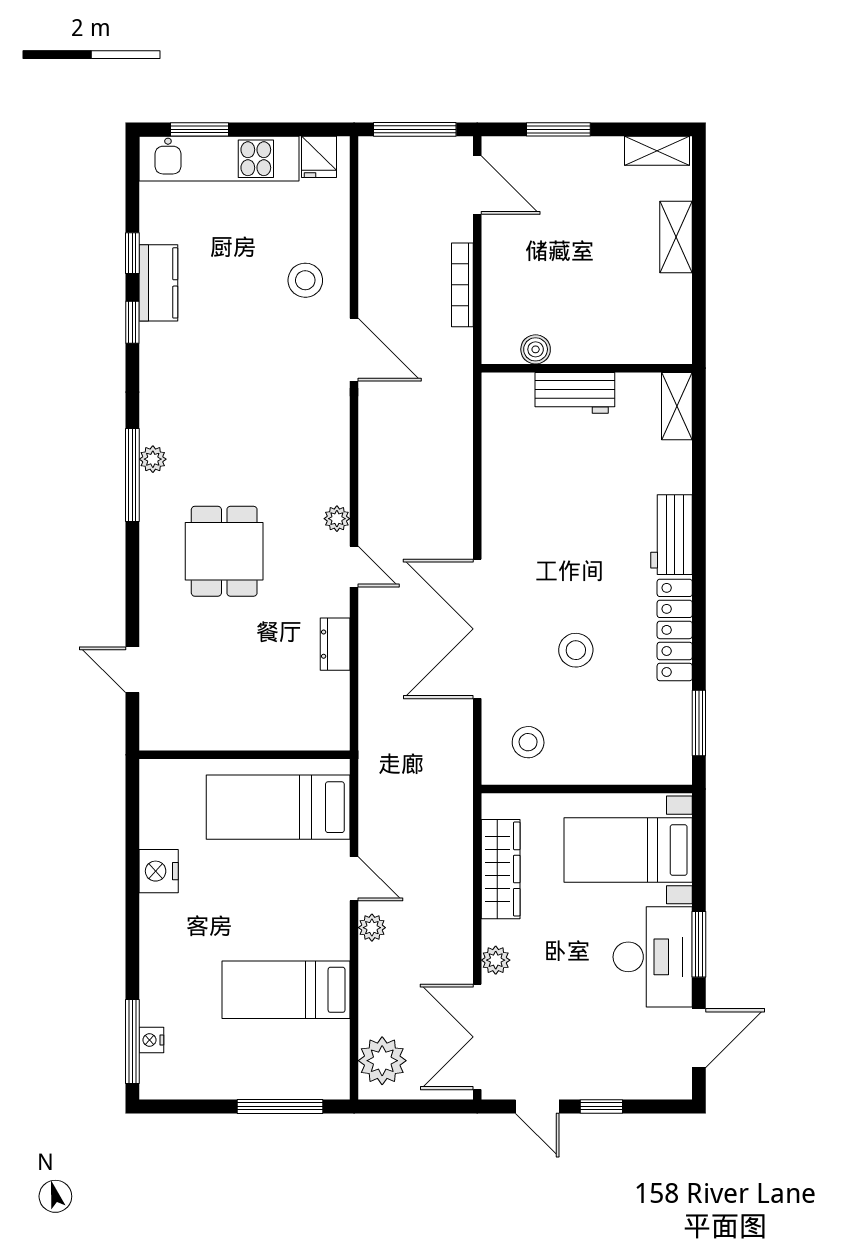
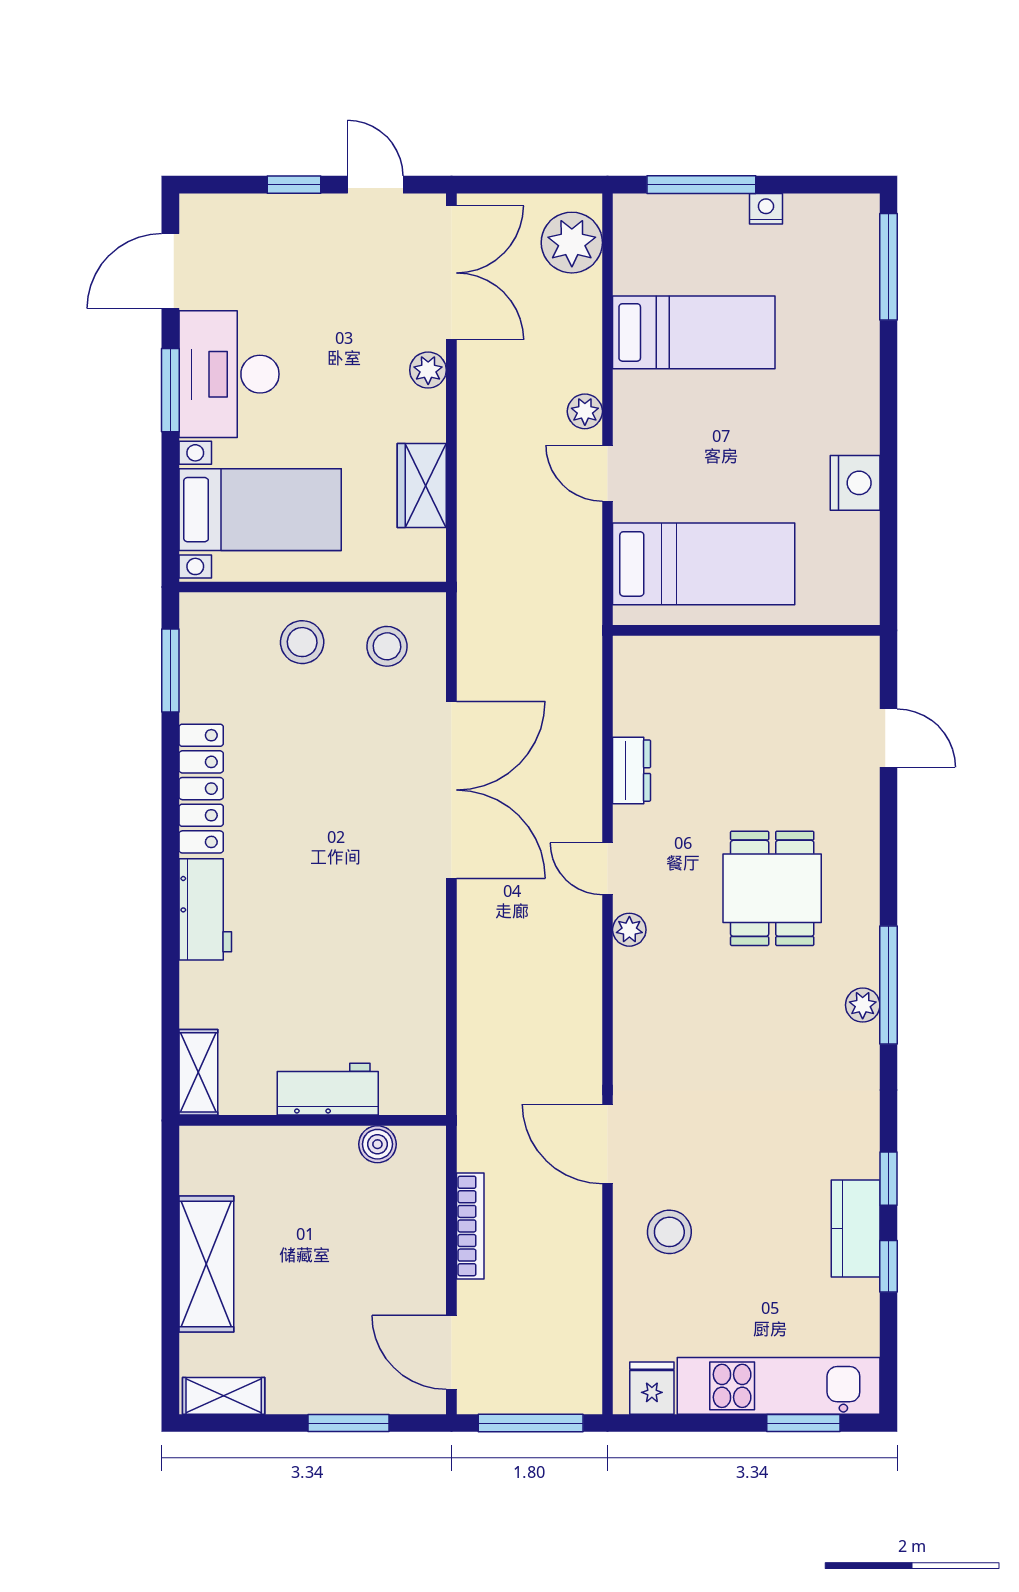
shelving: (676, 237) -> (206, 1264), width x1.50, depth x1.33
stool: (576, 650) -> (302, 642), moved
wardrobe: (501, 869) -> (422, 485), width x0.67
nightstand: (151, 1040) -> (766, 209), moved, turned -90

